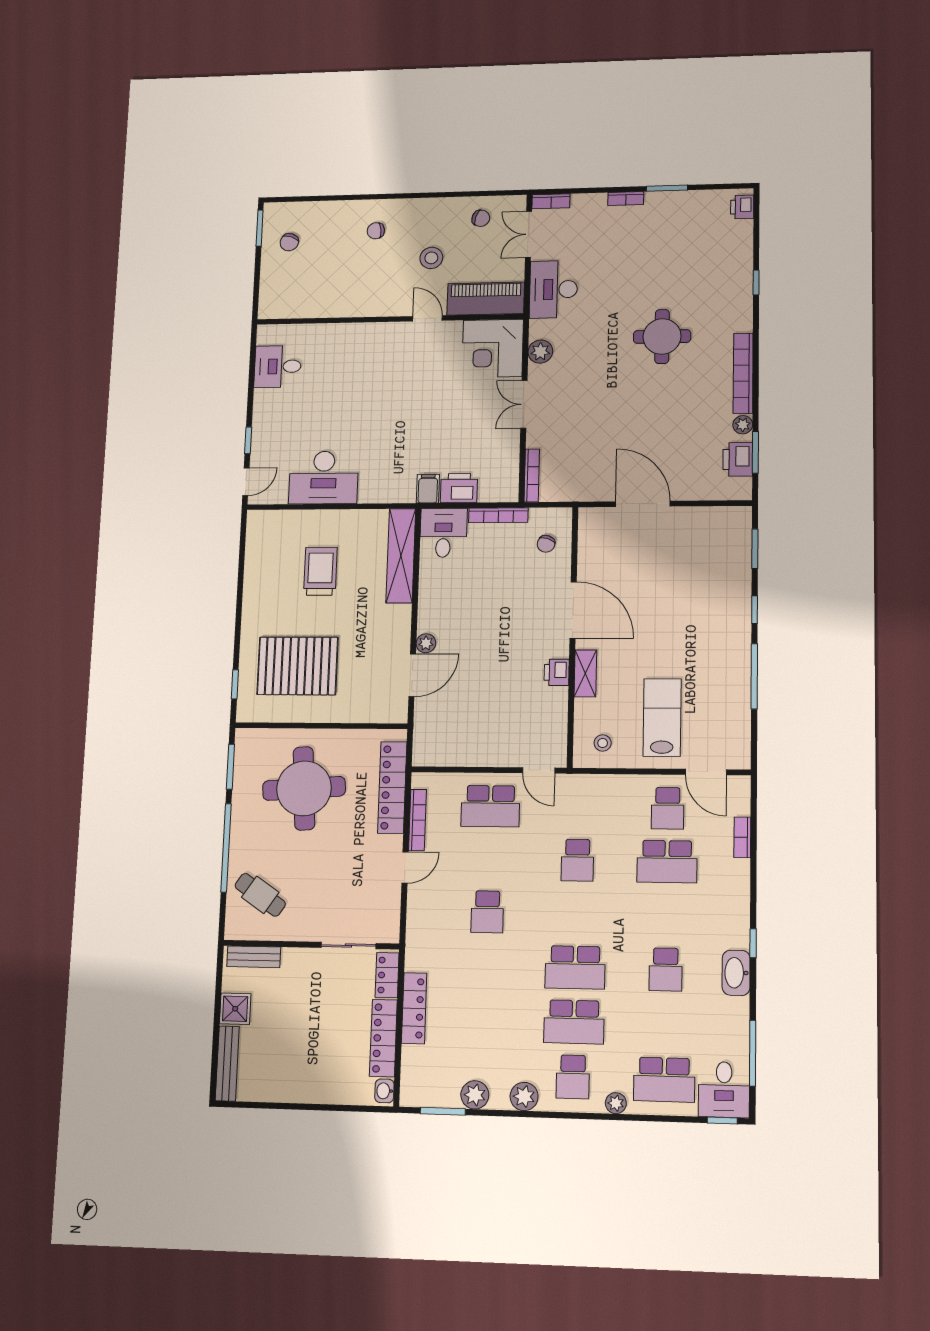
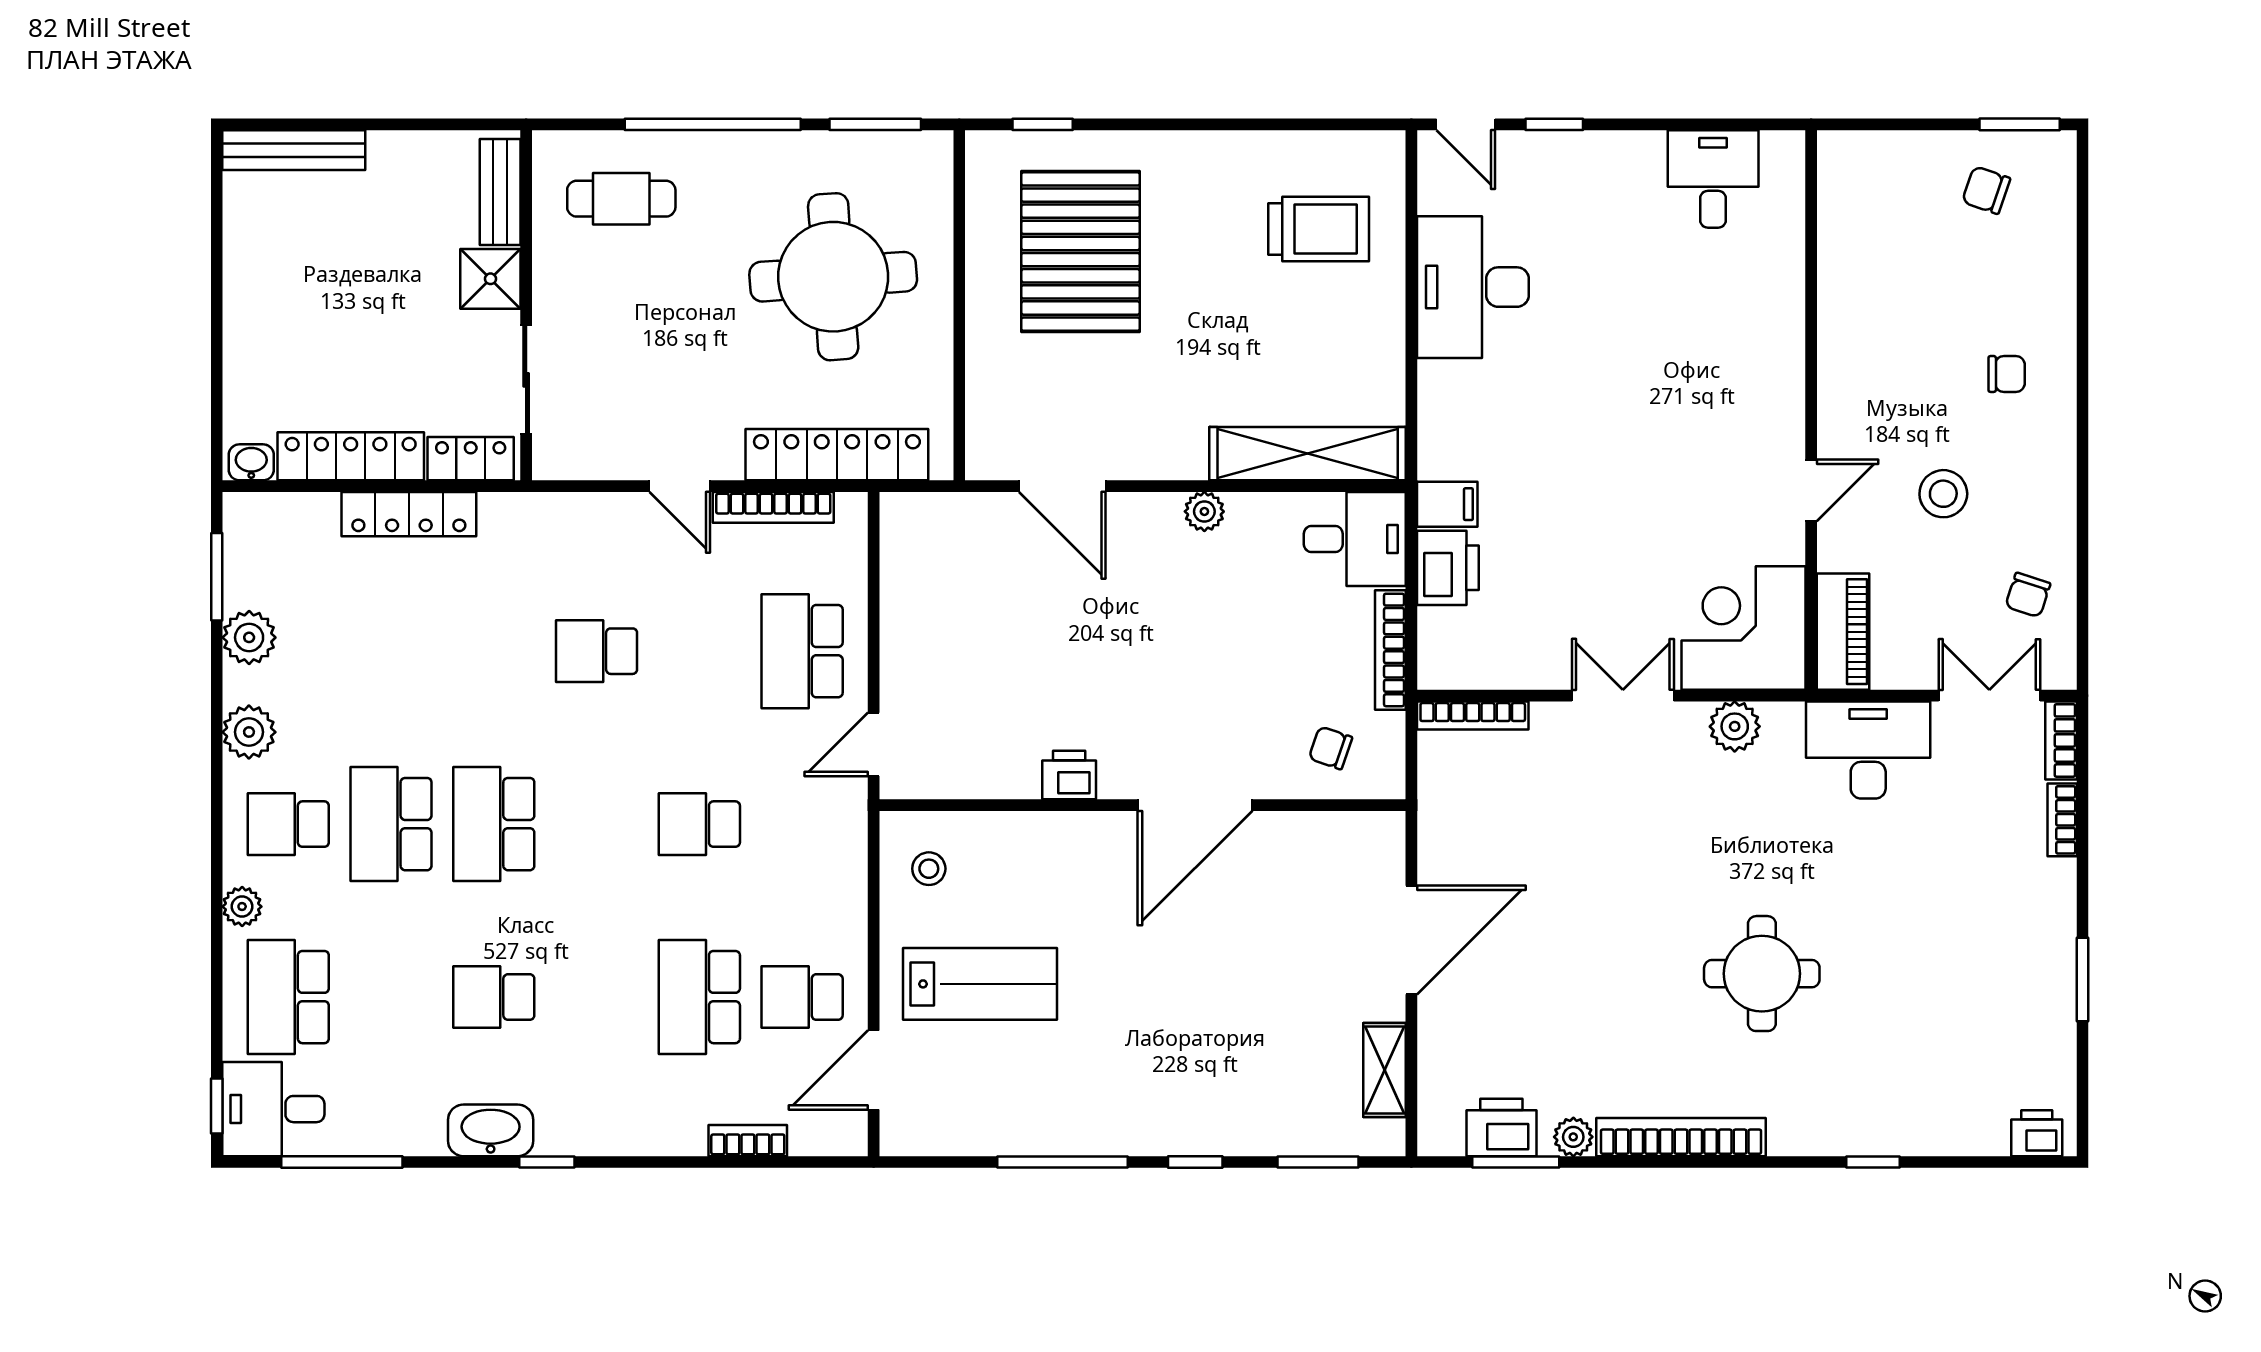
bookcase: (626, 199) -> (2062, 820), moved
chair: (376, 231) -> (2007, 374), turned 96
piano: (486, 299) -> (1843, 632), width x0.73, depth x0.75
trolley: (320, 571) -> (1319, 229), moved
plant: (426, 643) -> (1204, 511), moved
shelving: (585, 673) -> (1384, 1070), moved, turned 90
cafe table: (260, 895) -> (621, 199), turned 56
shower: (235, 1009) -> (490, 279), moved

